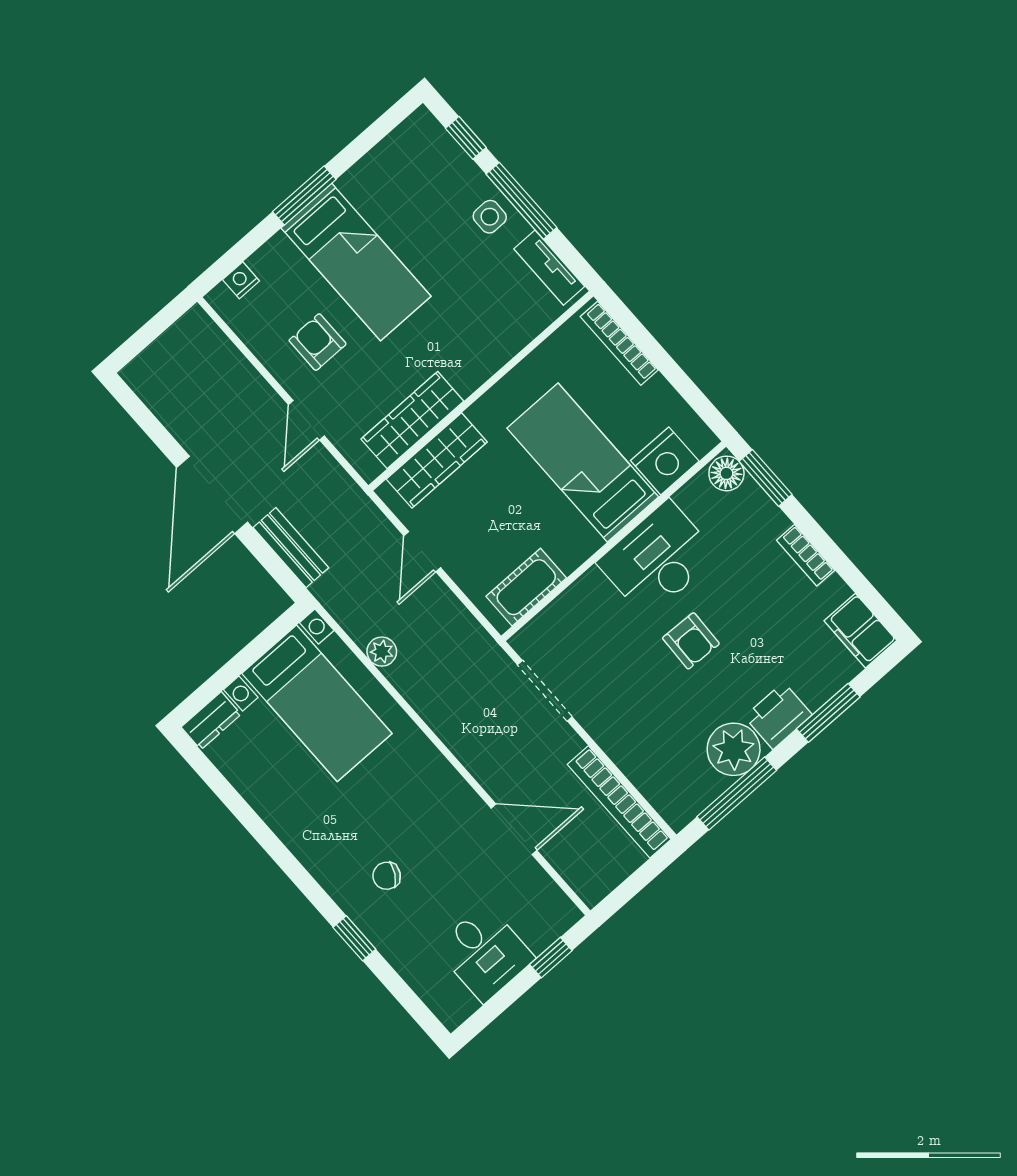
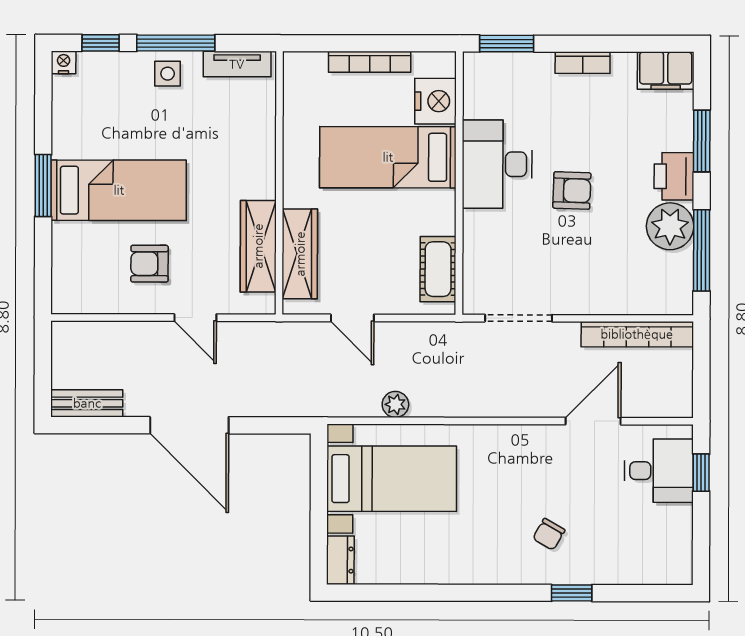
nightstand: (241, 280) -> (64, 62), moved, turned 90
bookcase: (619, 343) -> (370, 62), moved
floor lamp: (726, 473) -> (481, 67), removed
bench: (291, 548) -> (87, 403), moved
desk: (485, 953) -> (659, 471), moved

